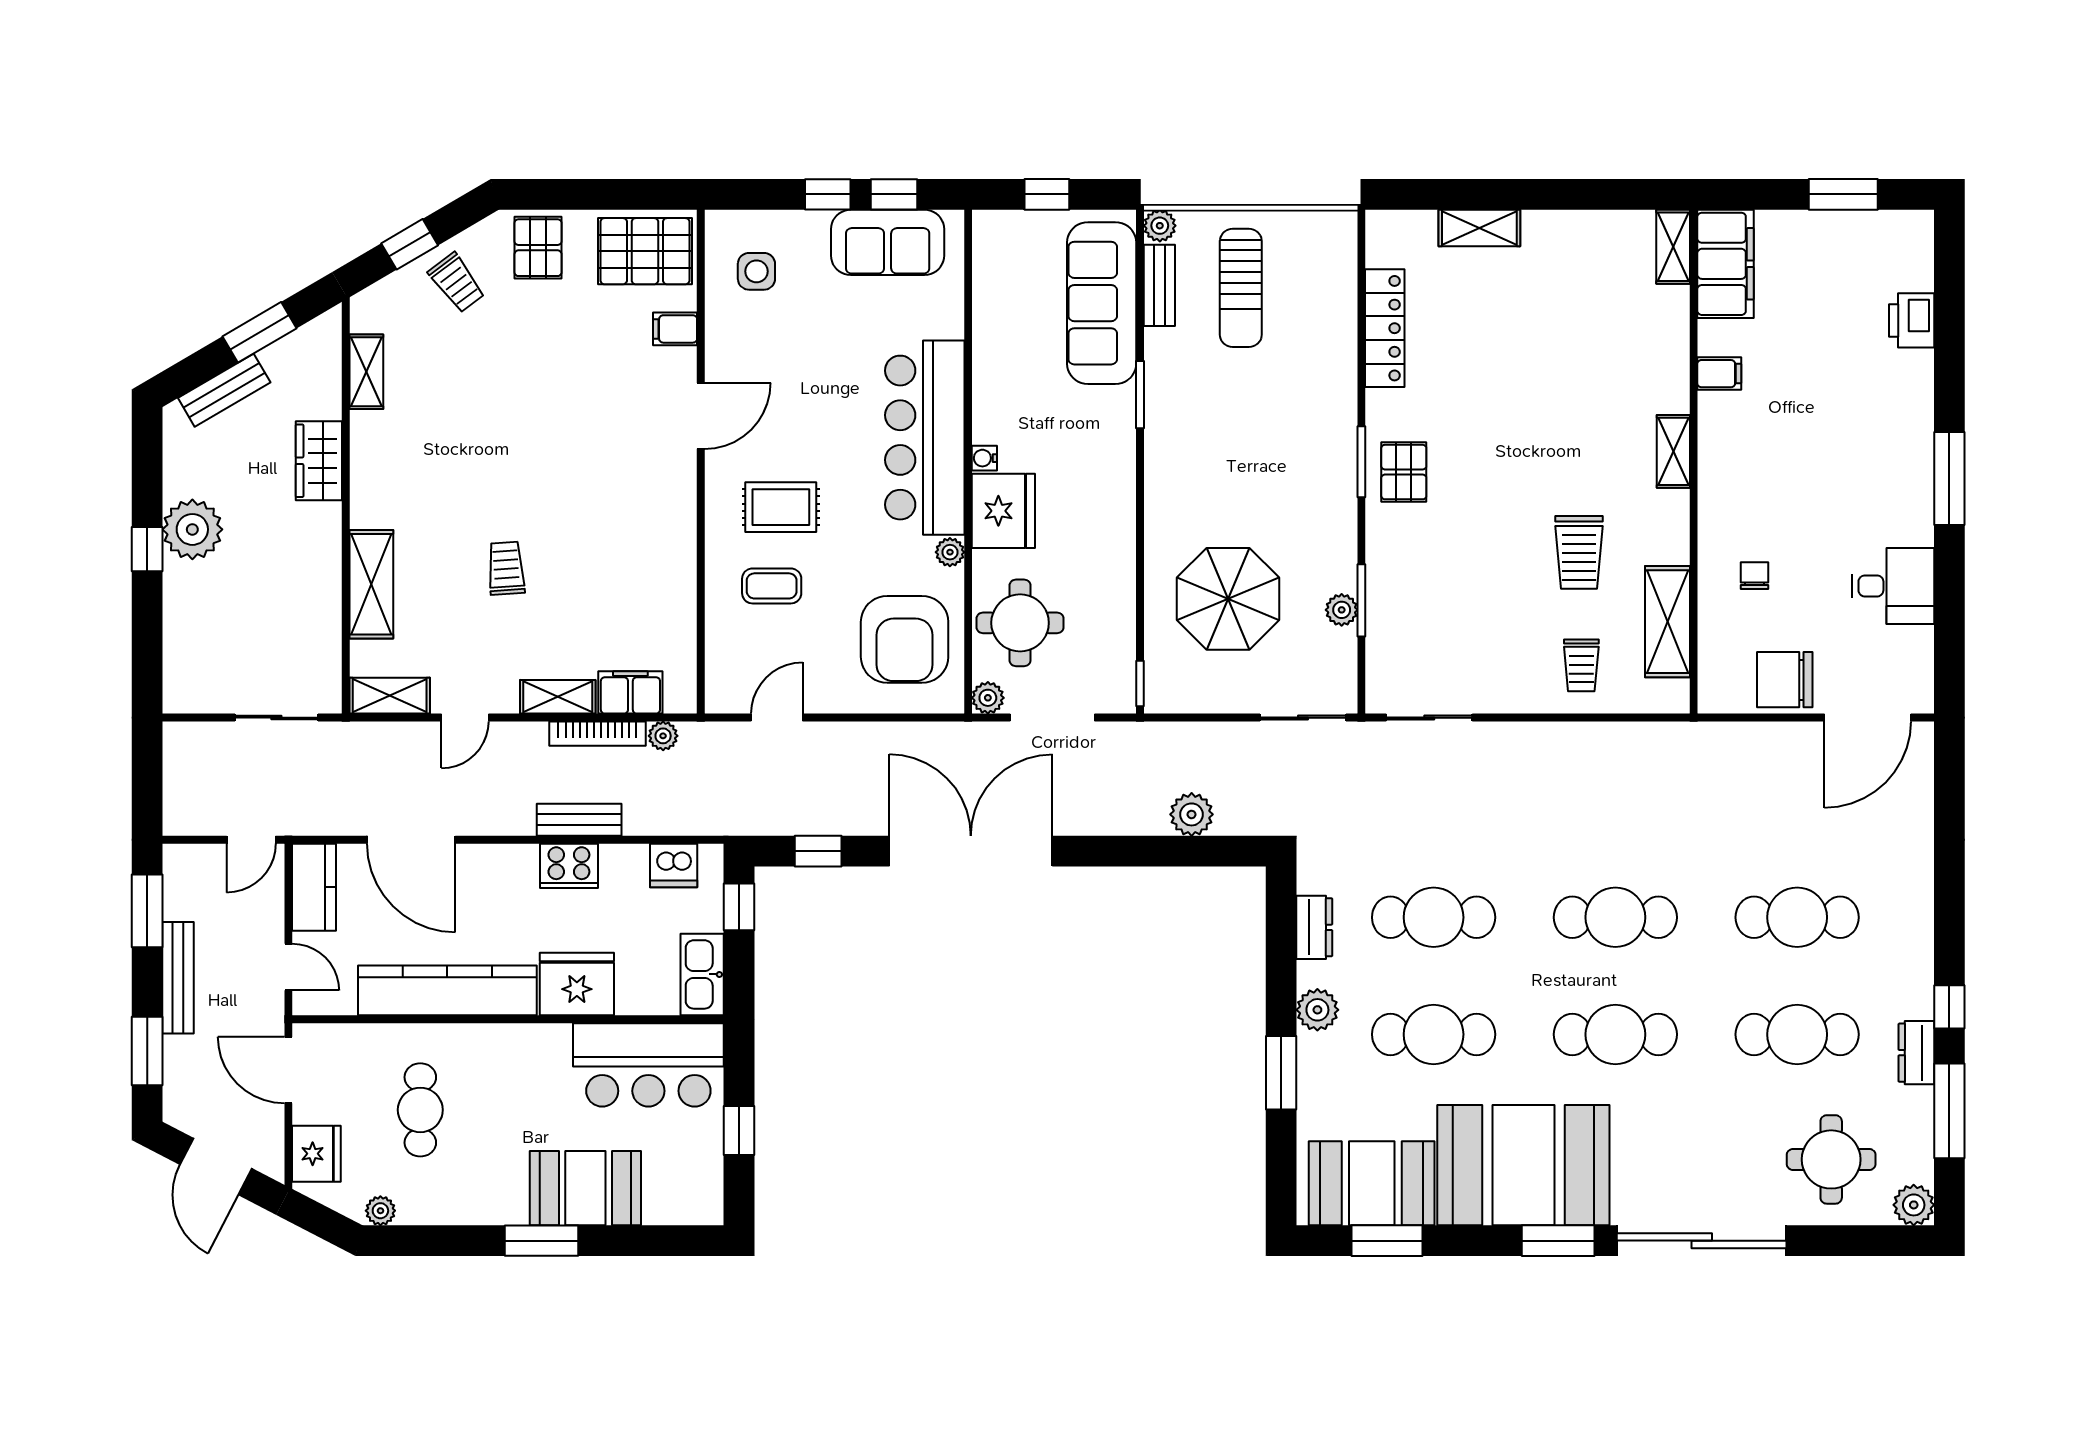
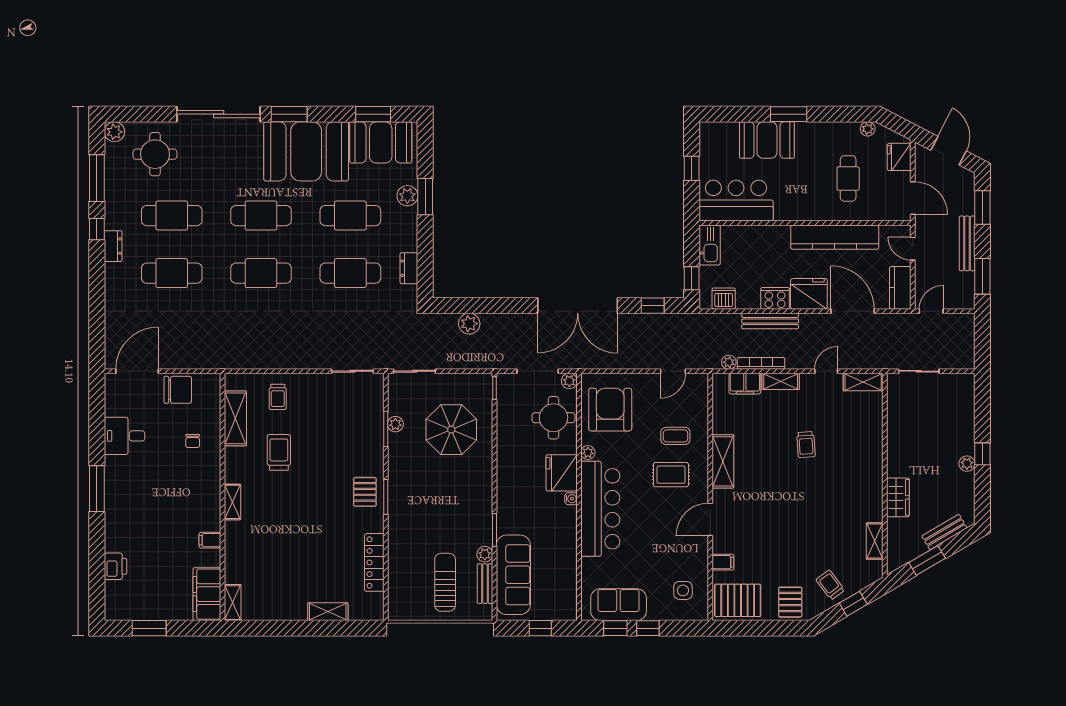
plant: (1160, 226) -> (485, 554), moved
plant: (192, 529) -> (967, 464), width x0.53, depth x0.53
shelving: (371, 584) -> (723, 461), moved
trolley: (1581, 665) -> (278, 397), turned 180
bench: (579, 820) -> (770, 321), width x1.36
fridge: (577, 984) -> (809, 294), moved, turned 180
plant: (1317, 1010) -> (407, 196), moved
dresser: (1916, 1053) -> (113, 246), moved

